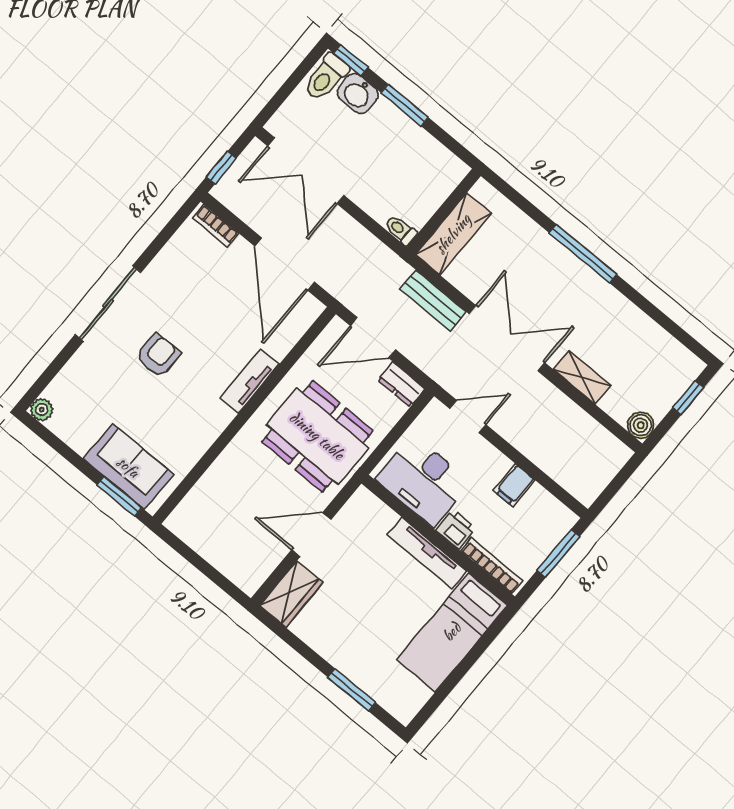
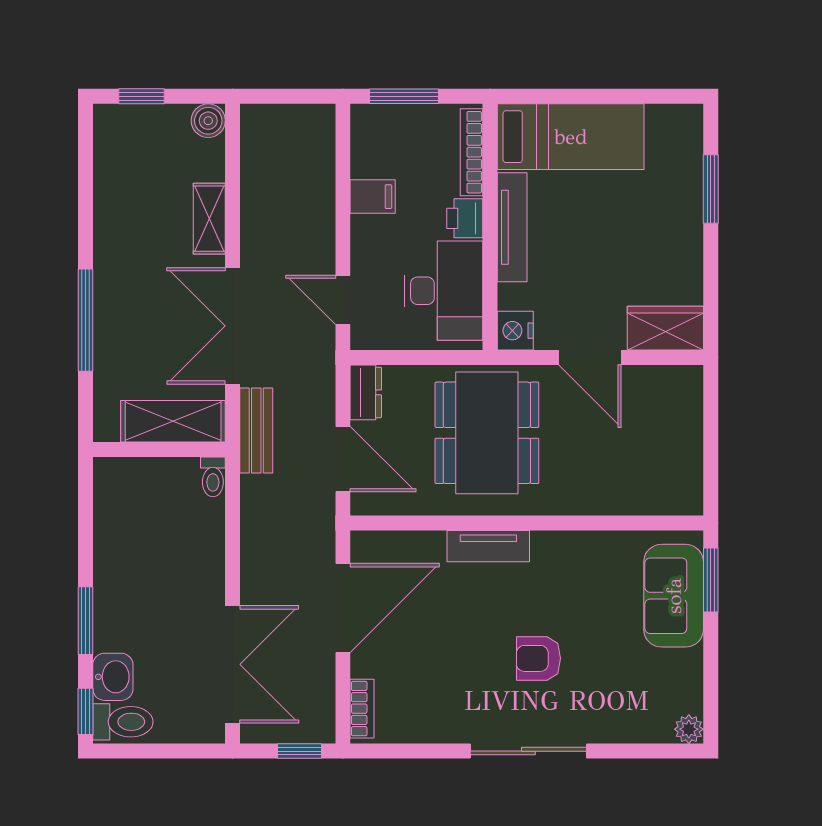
wall: (444, 212) -> (159, 449), moved
toilet: (401, 230) -> (213, 477), moved
shelving: (453, 234) -> (173, 421), moved
nightstand: (364, 504) -> (515, 331), added

